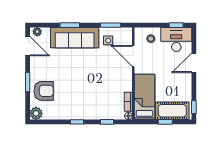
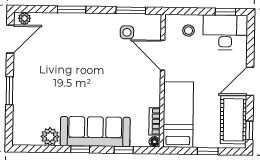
sofa: (75, 38) -> (95, 132), moved, turned 180
door: (28, 46) -> (10, 39), hinge flipped
door: (194, 63) -> (250, 81), moved
armchair: (44, 91) -> (33, 104), removed
cot: (172, 111) -> (233, 120), moved, turned 90
plant: (36, 113) -> (50, 137), moved

